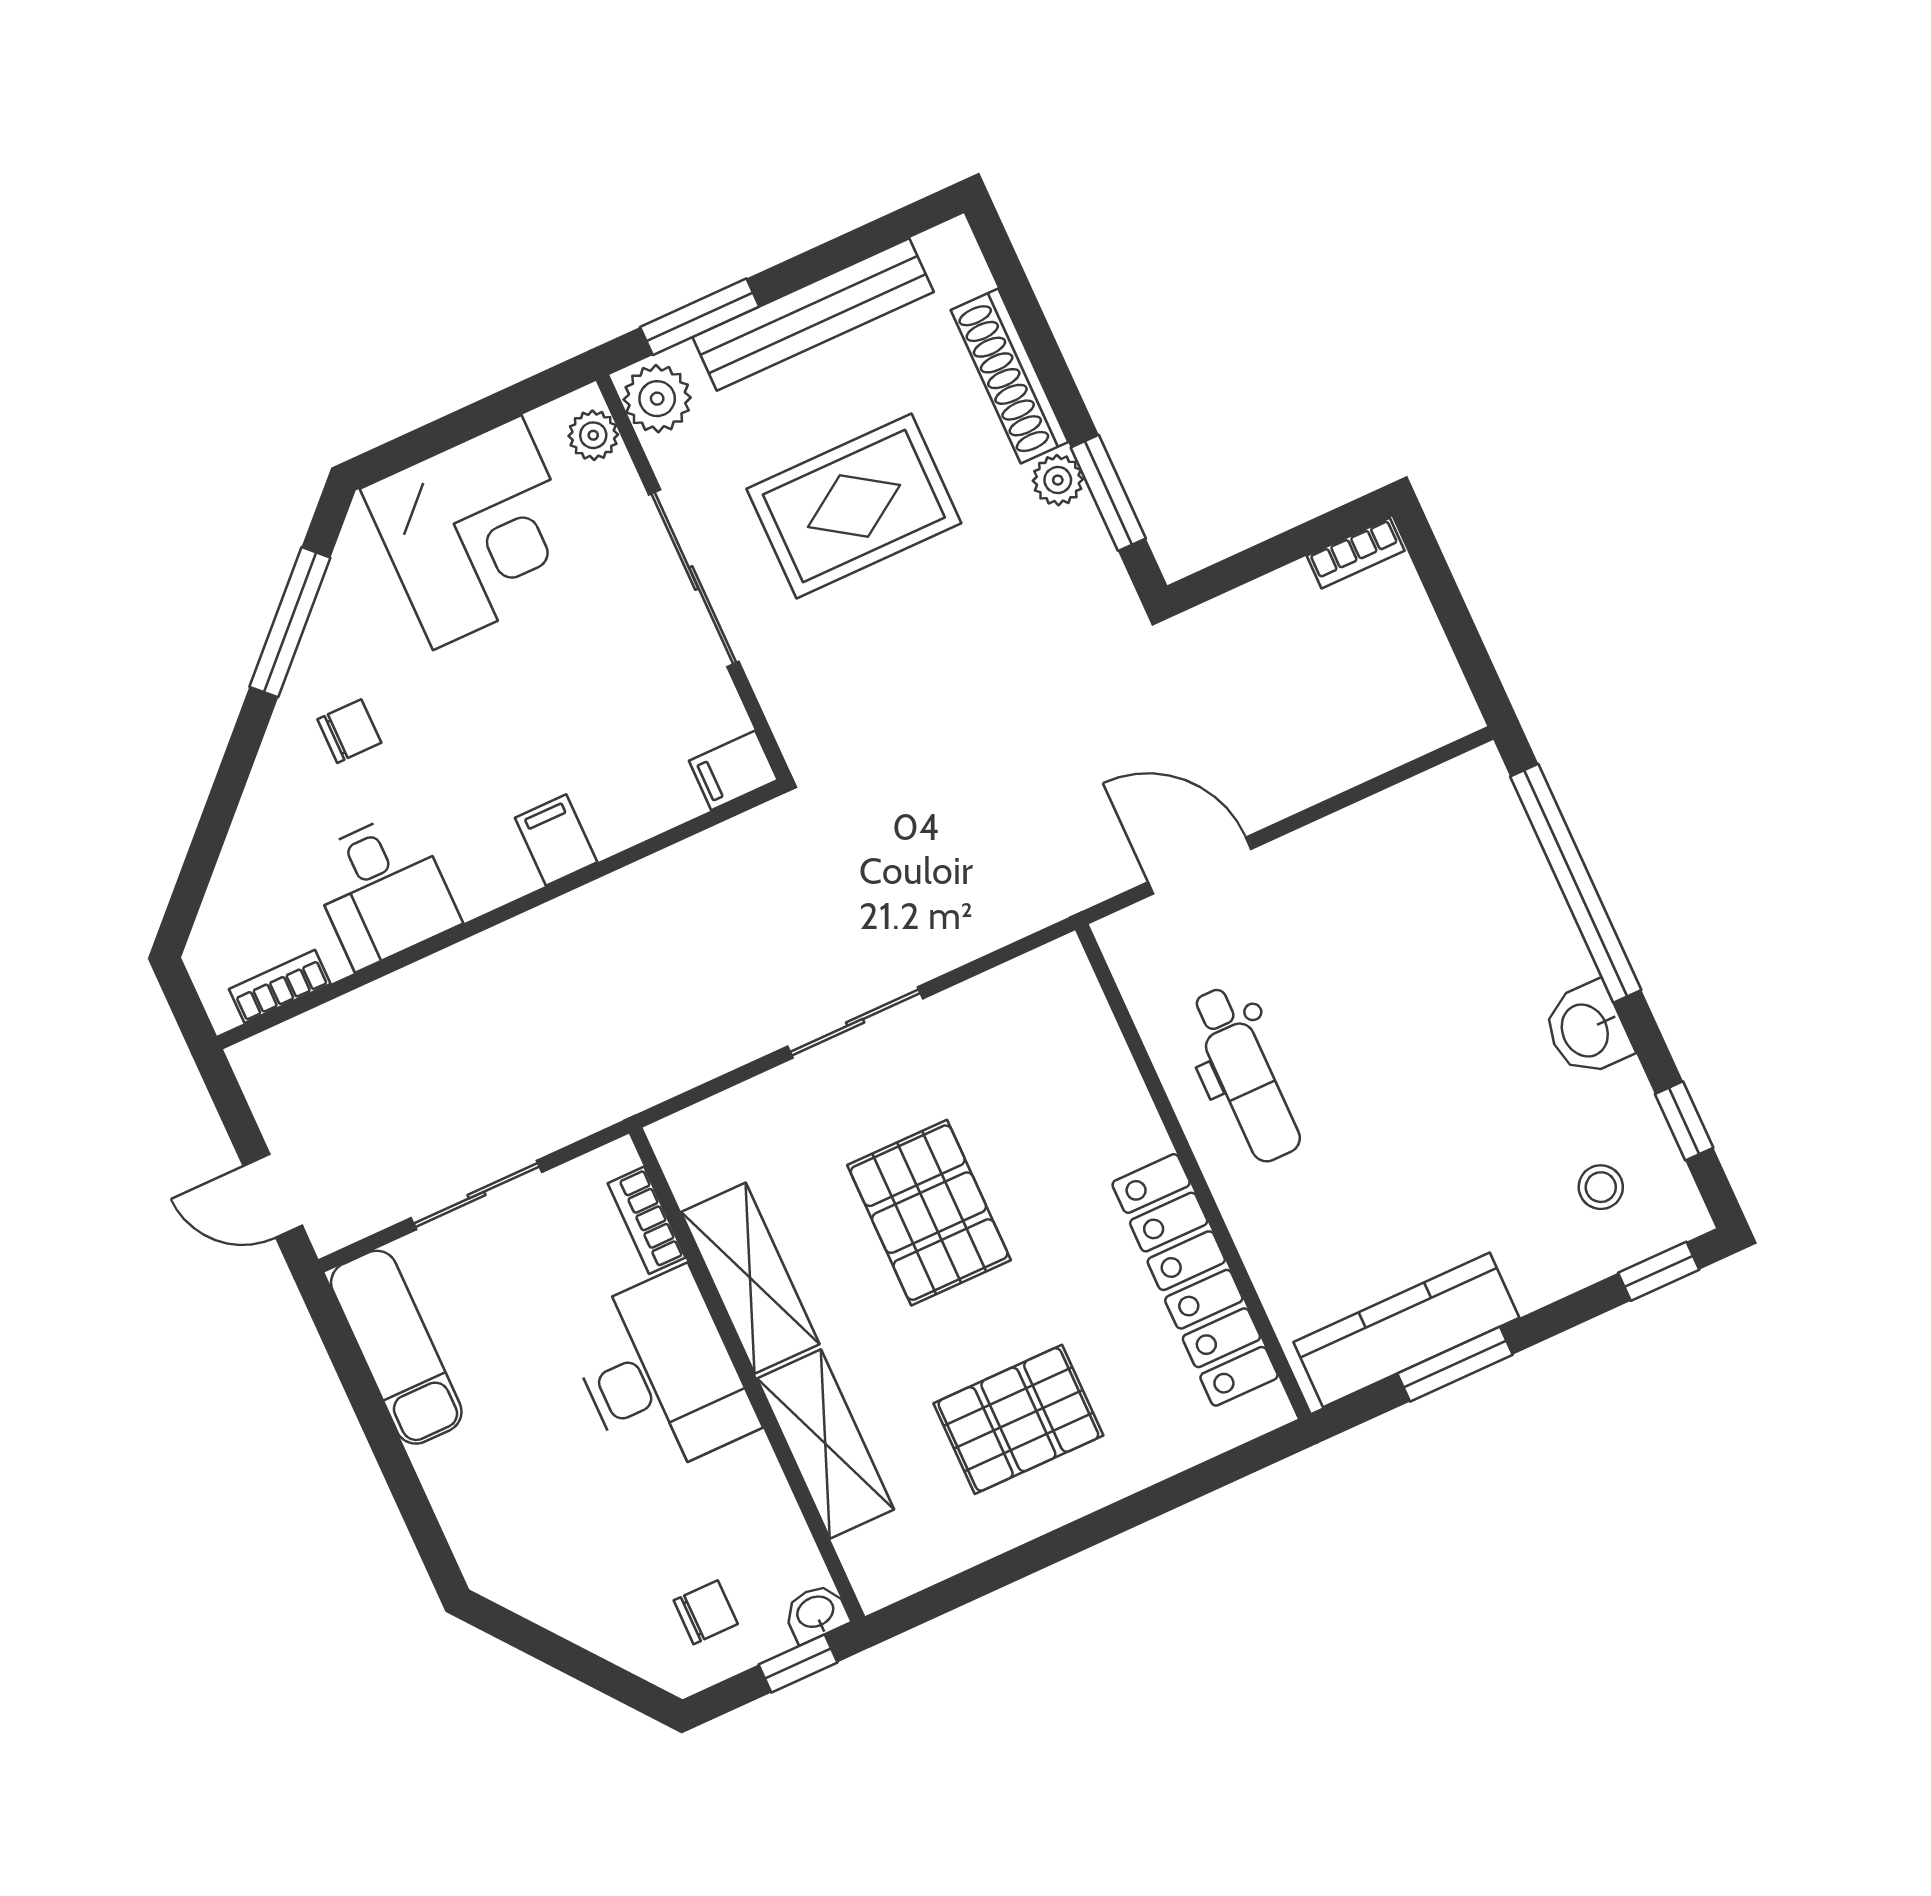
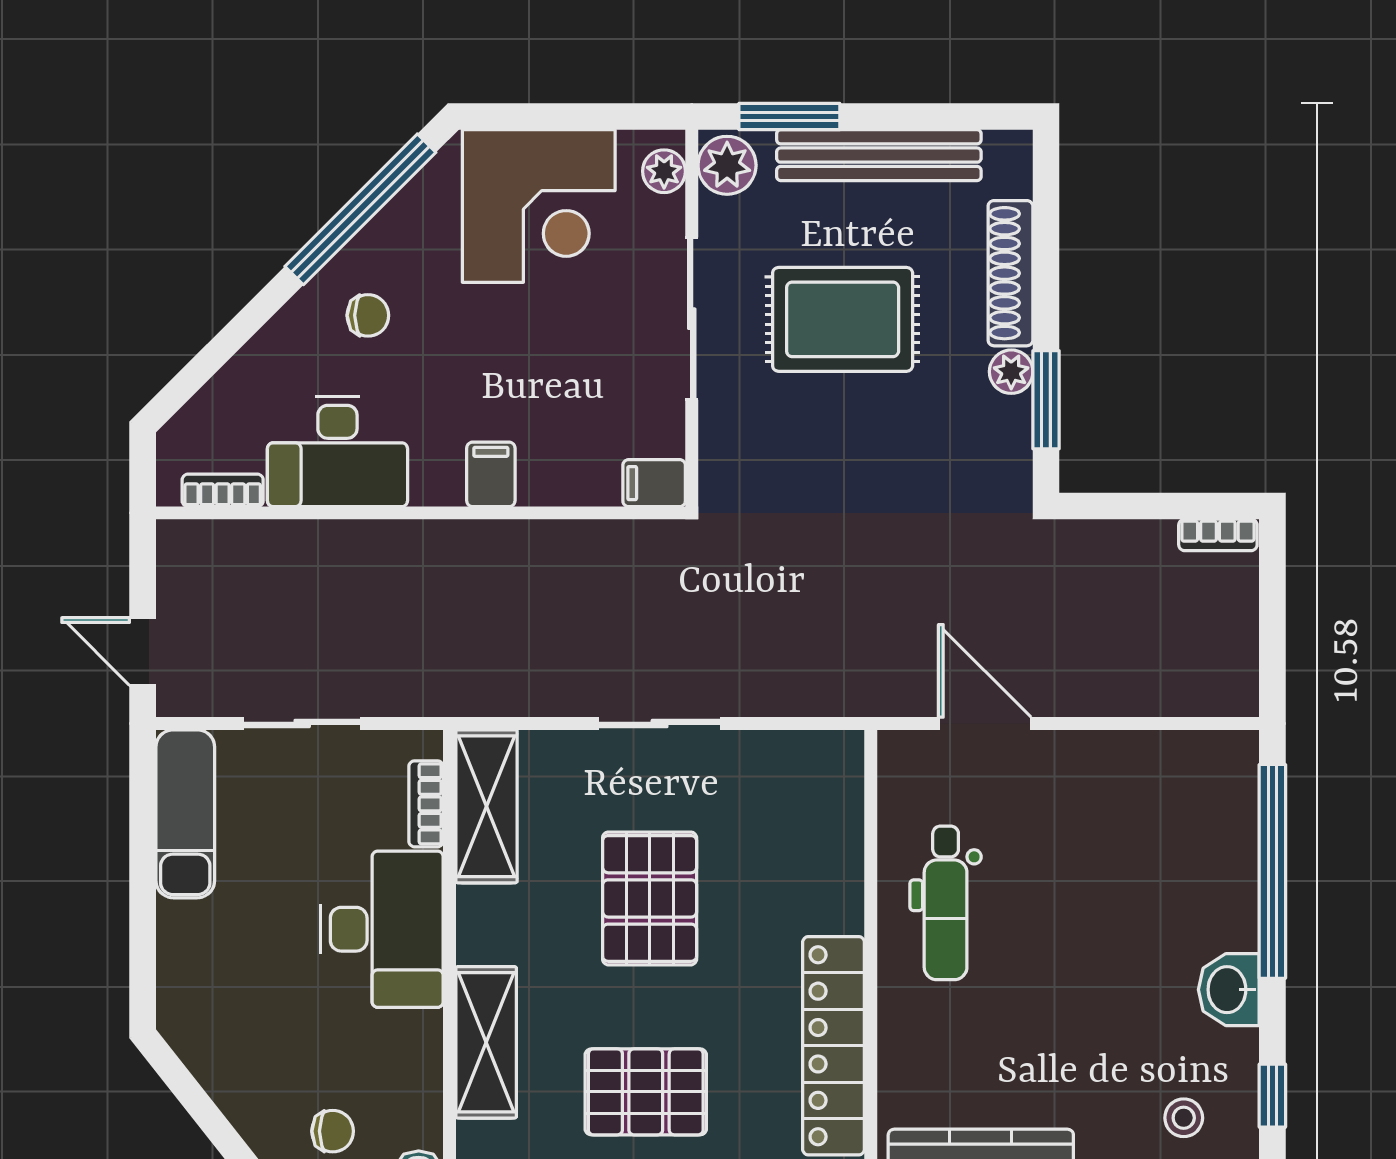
window: (290, 622) -> (360, 209), width x1.46
desk: (383, 890) -> (337, 452), width x1.37
shelving: (750, 1278) -> (486, 806), moved

